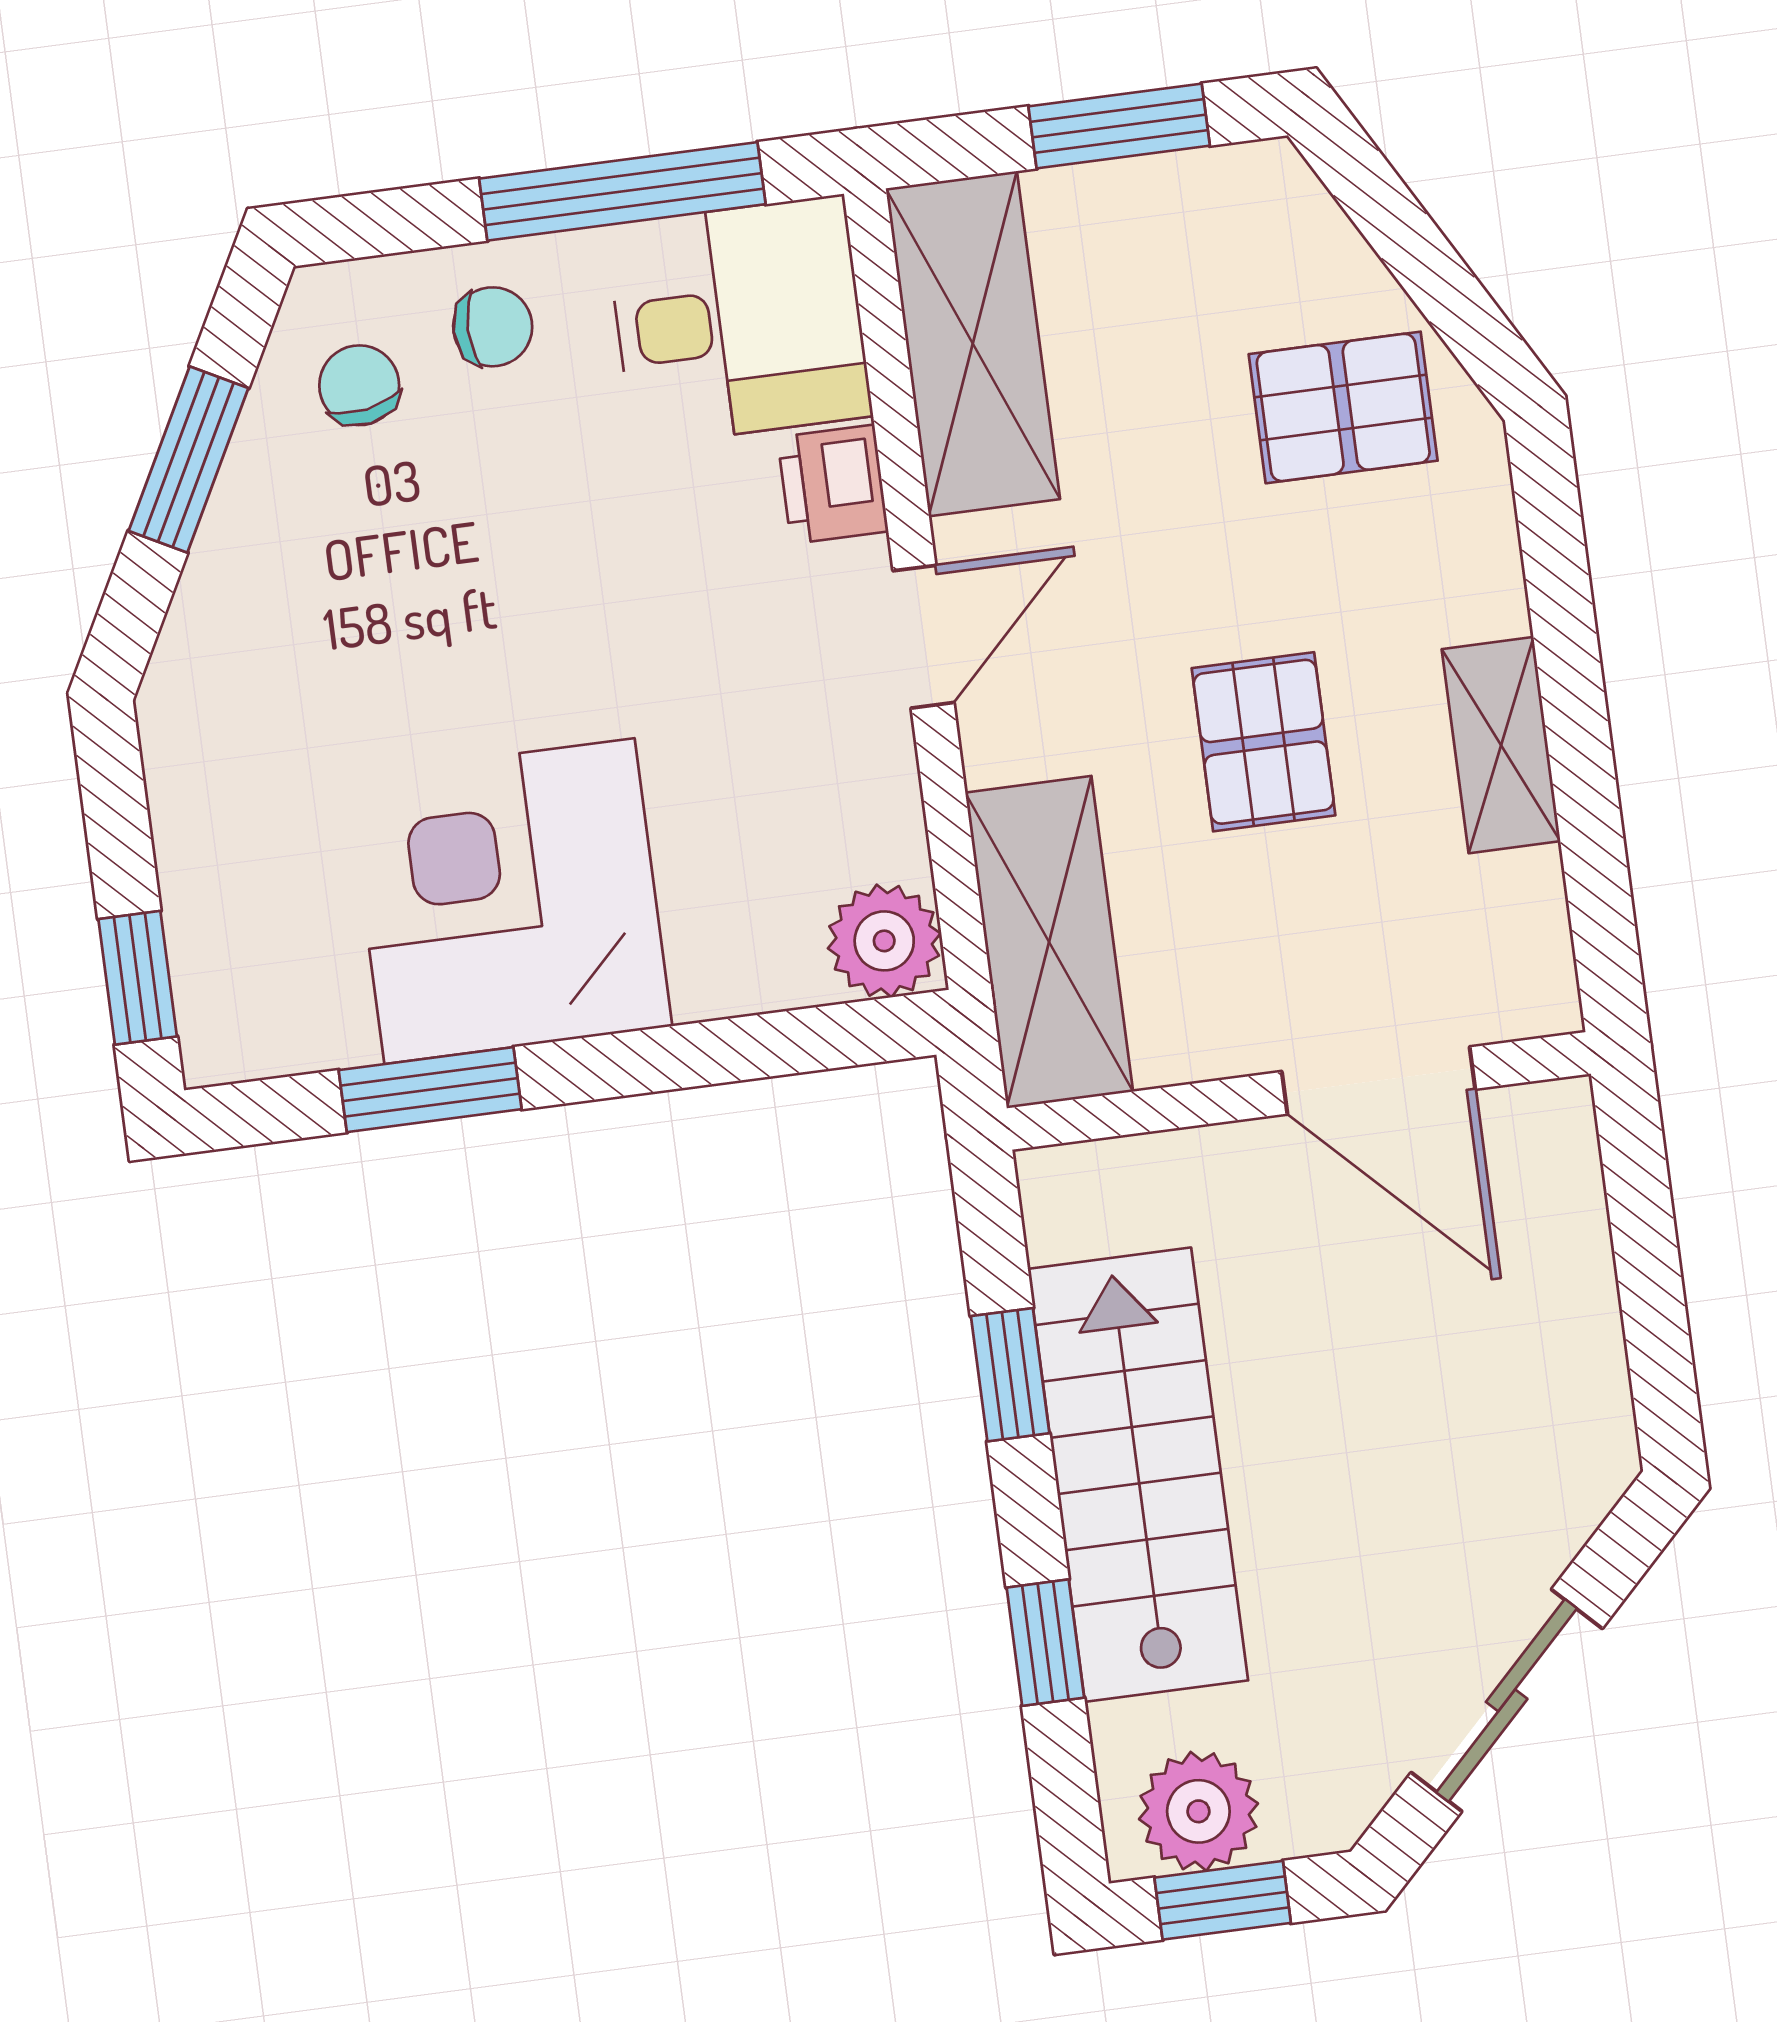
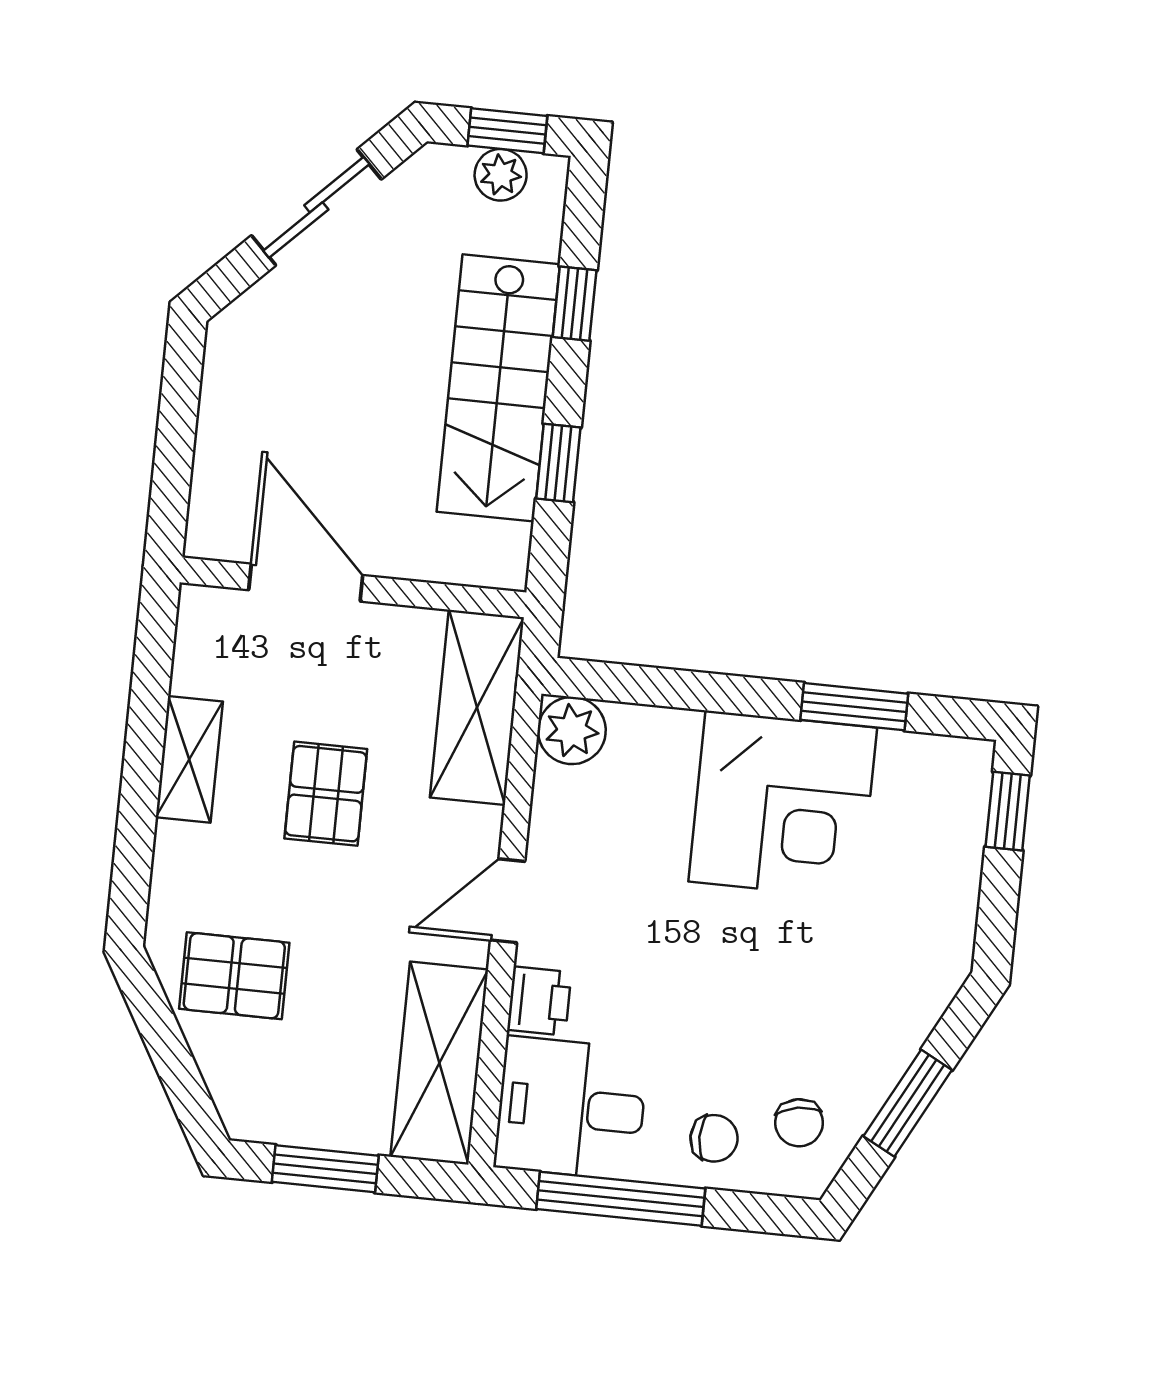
chair: (493, 327) -> (714, 1138), turned 180
plant: (1198, 1811) -> (501, 175), width x0.73, depth x0.73

